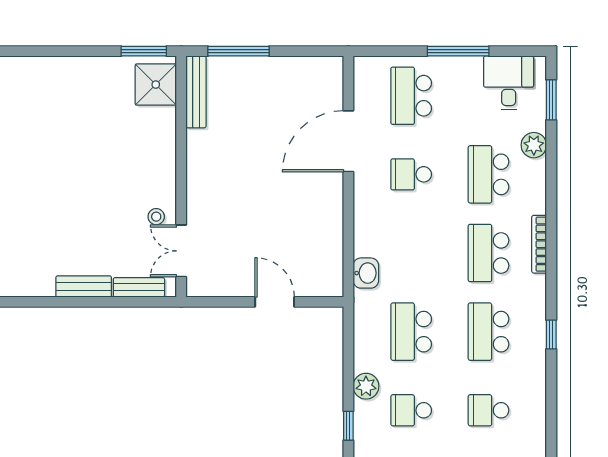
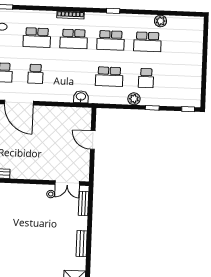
plant: (534, 145) -> (160, 21), moved
bench: (84, 286) -> (82, 244), moved
door: (275, 302) -> (93, 140), hinge flipped
school desk: (488, 410) -> (147, 42), width x1.85

